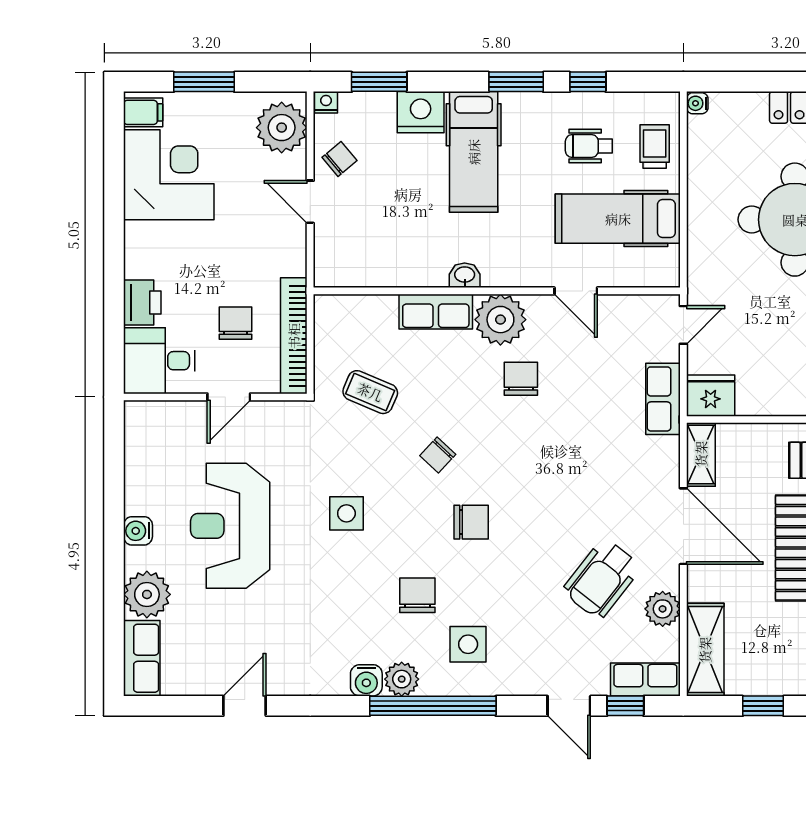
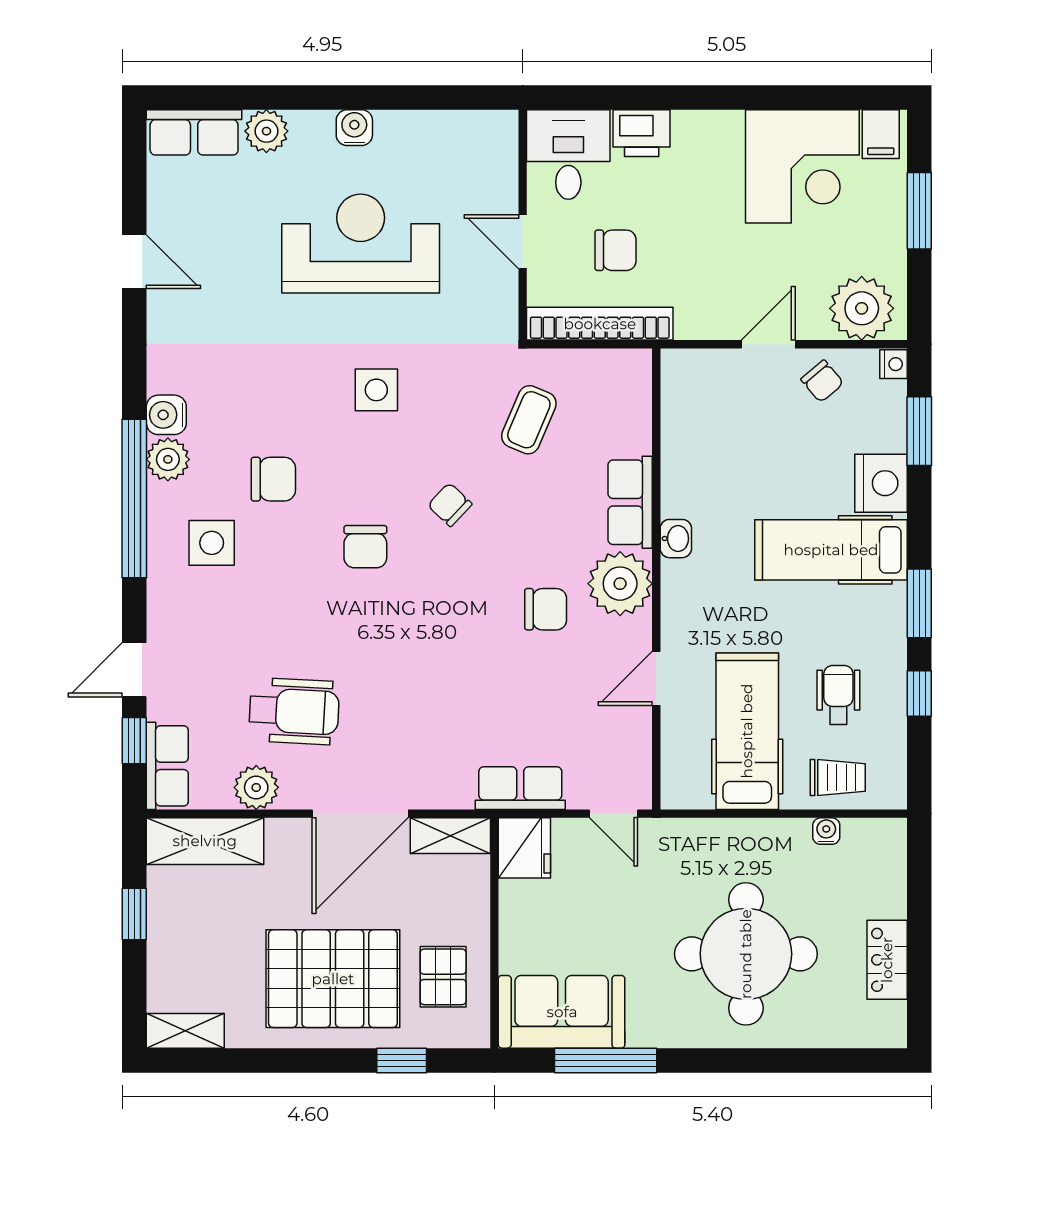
water cooler: (697, 103) -> (826, 831), moved
wheelchair: (602, 579) -> (294, 711), turned 145
plant: (147, 594) -> (266, 131), width x0.73, depth x0.73

